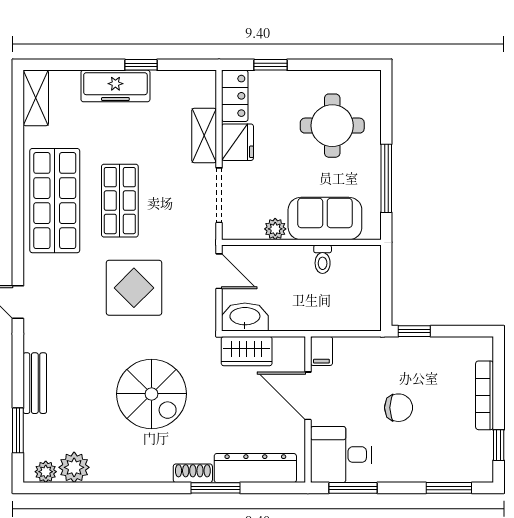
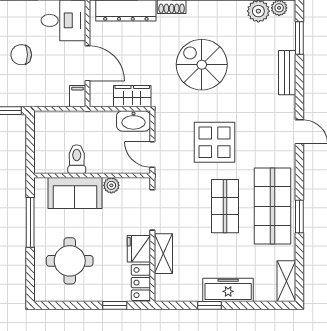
window: (18, 186) -> (299, 217), added
toilet: (323, 259) -> (77, 159), width x1.37, depth x1.39

